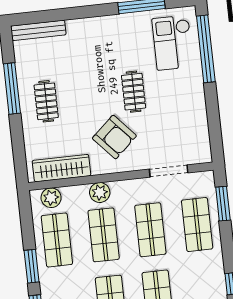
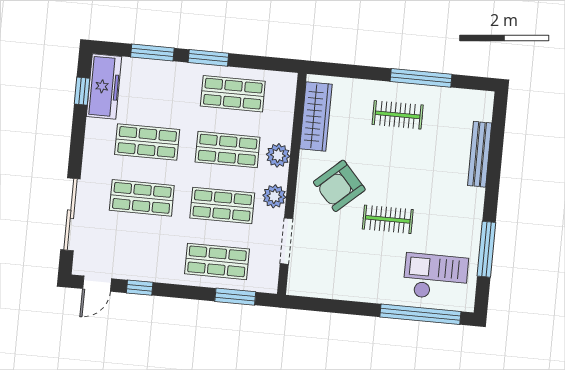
bench: (38, 30) -> (480, 154), moved
plant: (51, 198) -> (274, 196), moved

